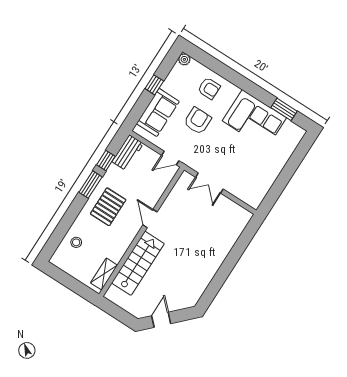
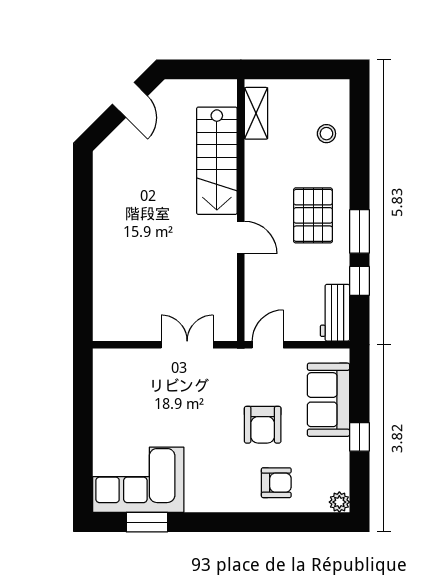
armchair: (209, 88) -> (276, 483), turned 180
corner sofa: (254, 119) -> (138, 480), moved

